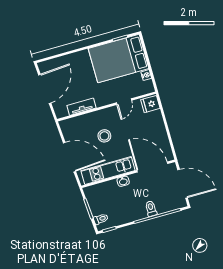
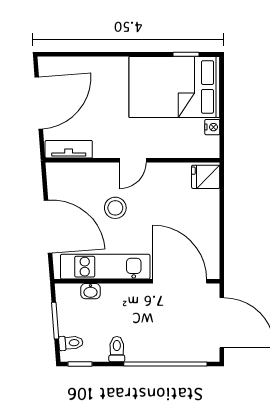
door: (124, 102) -> (133, 160), moved
tv unit: (81, 107) -> (69, 149), moved
washbasin: (123, 181) -> (90, 291), moved
toilet: (151, 209) -> (117, 349), moved

